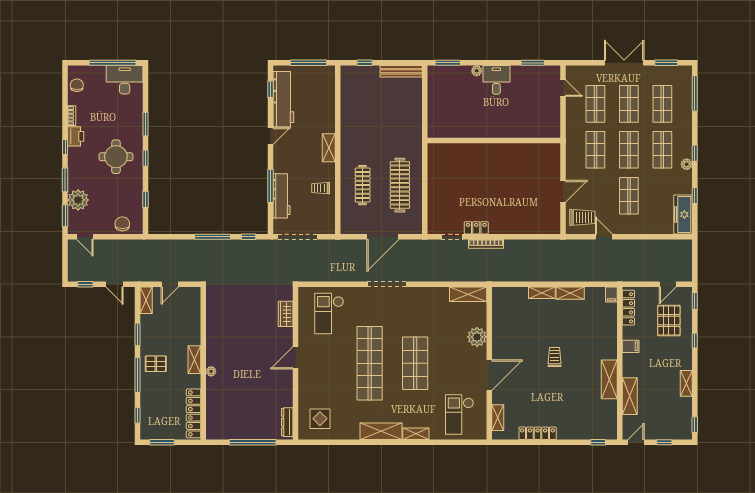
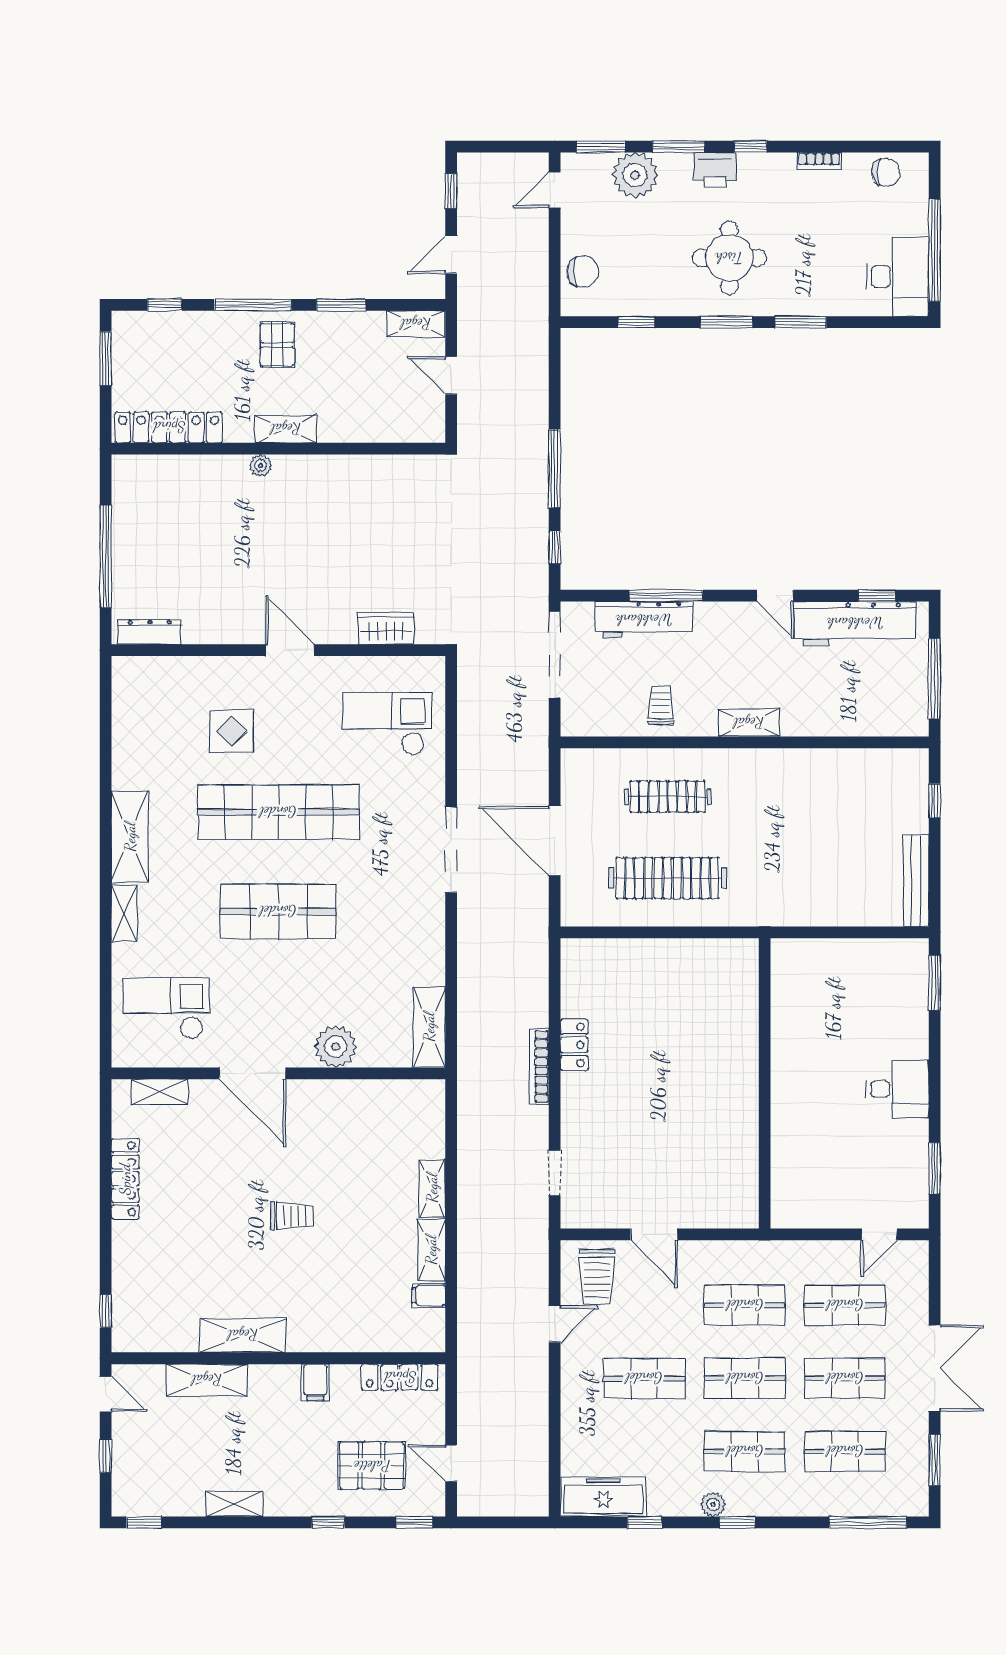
plant: (477, 71) -> (917, 1046), removed
printer: (76, 136) -> (715, 170), moved
window: (145, 158) -> (726, 322), width x1.50
doorway: (452, 237) -> (555, 1173), moved
filing cabinet: (611, 294) -> (429, 1295), moved
display table: (320, 419) -> (232, 731), moved

